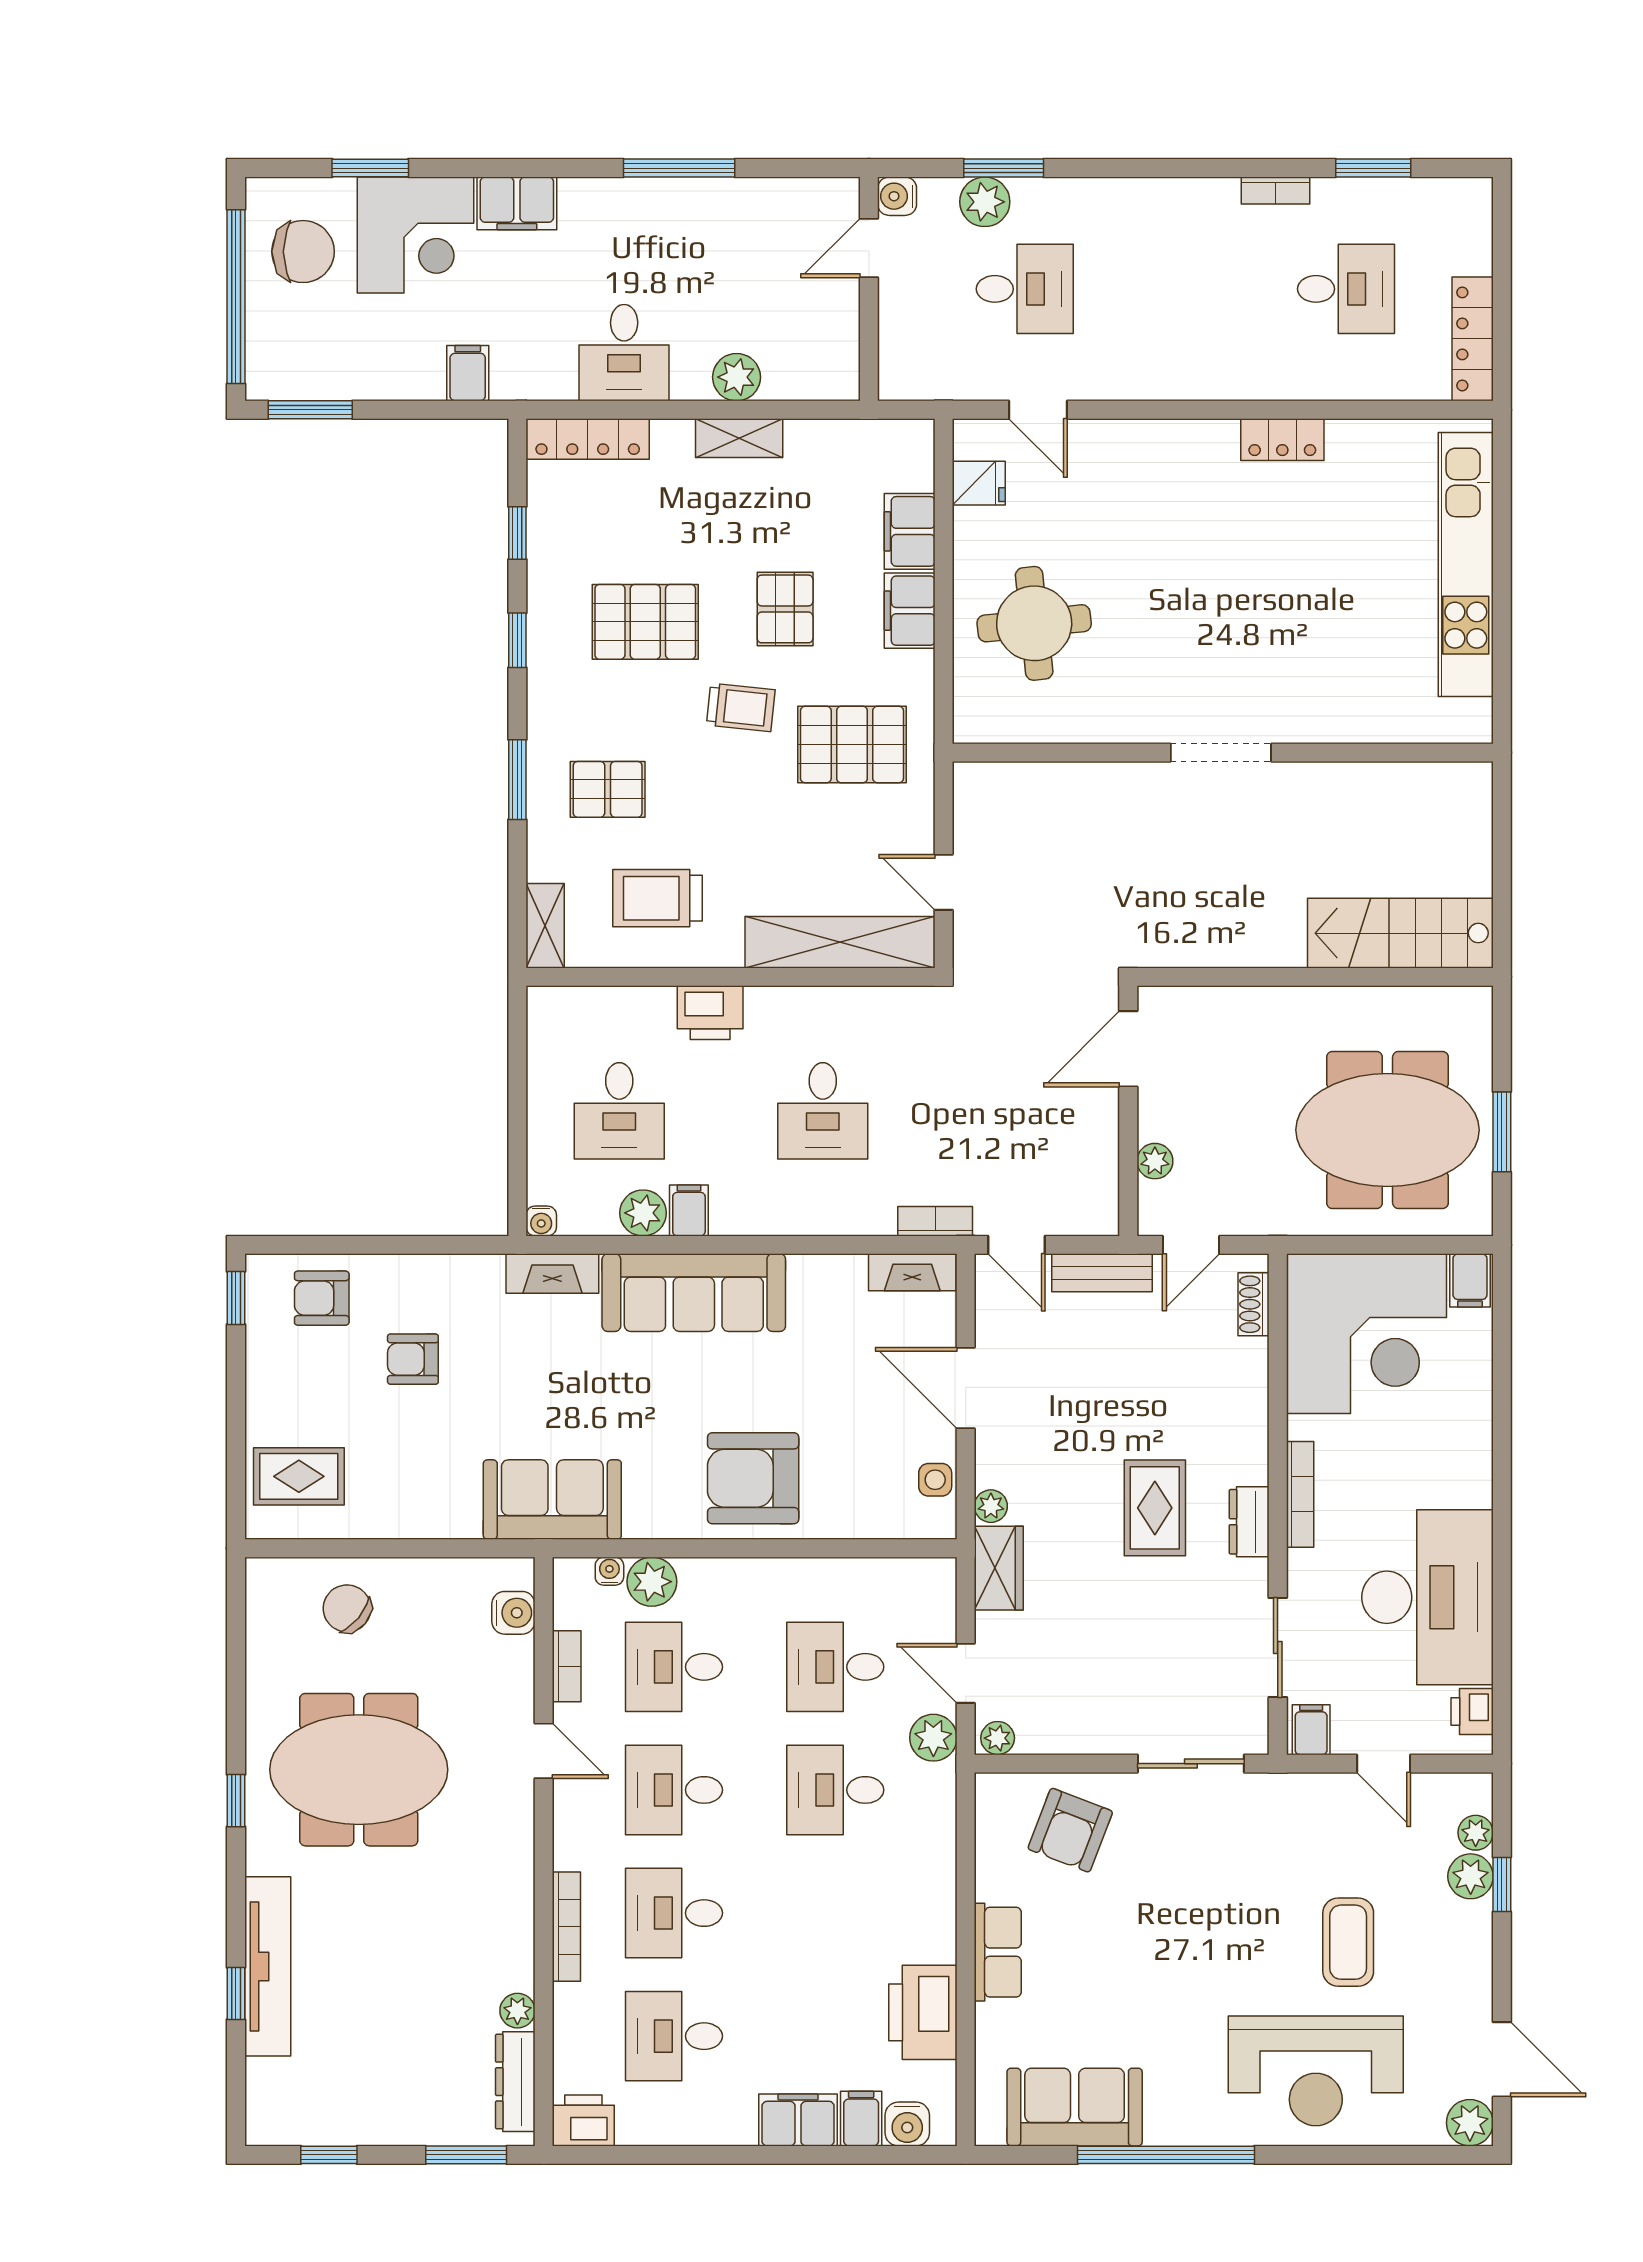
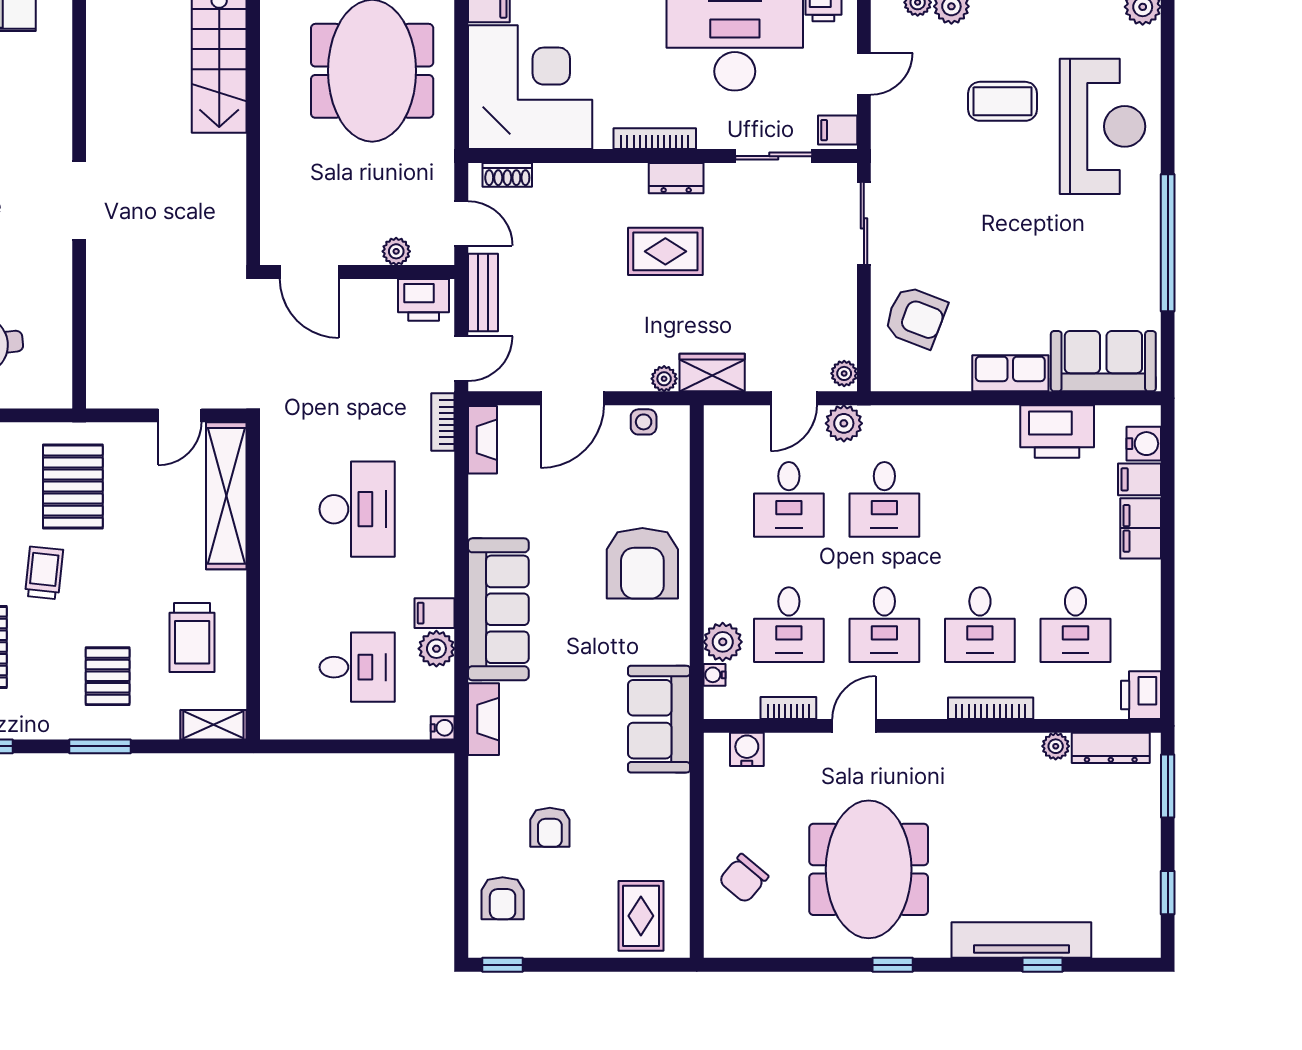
printer: (710, 1013) -> (424, 300), moved, turned 90
desk: (823, 1111) -> (357, 509), width x1.37
sofa: (1075, 2107) -> (1103, 361), moved, turned 90

